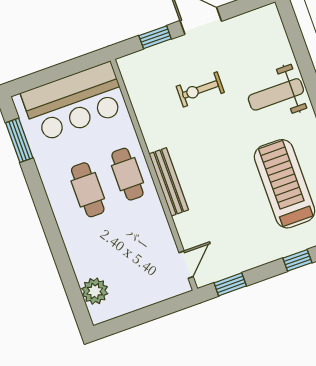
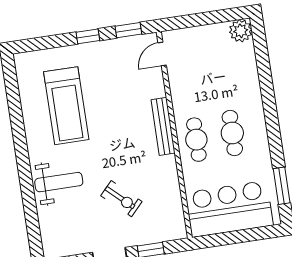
exercise bike: (200, 89) -> (121, 199), turned 43
window: (297, 260) -> (88, 36), moved
plant: (95, 291) -> (241, 31), moved

